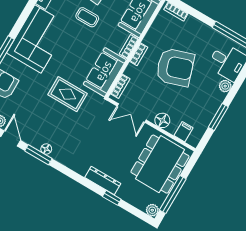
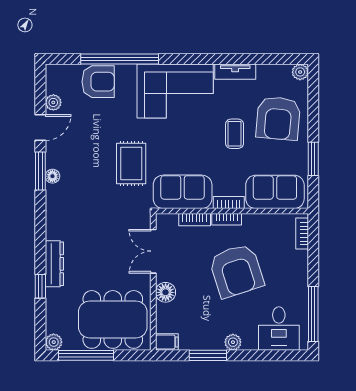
bookcase: (120, 86) -> (195, 220), moved
plant: (225, 86) -> (233, 342), moved
filing cabinet: (184, 132) -> (167, 342), moved

